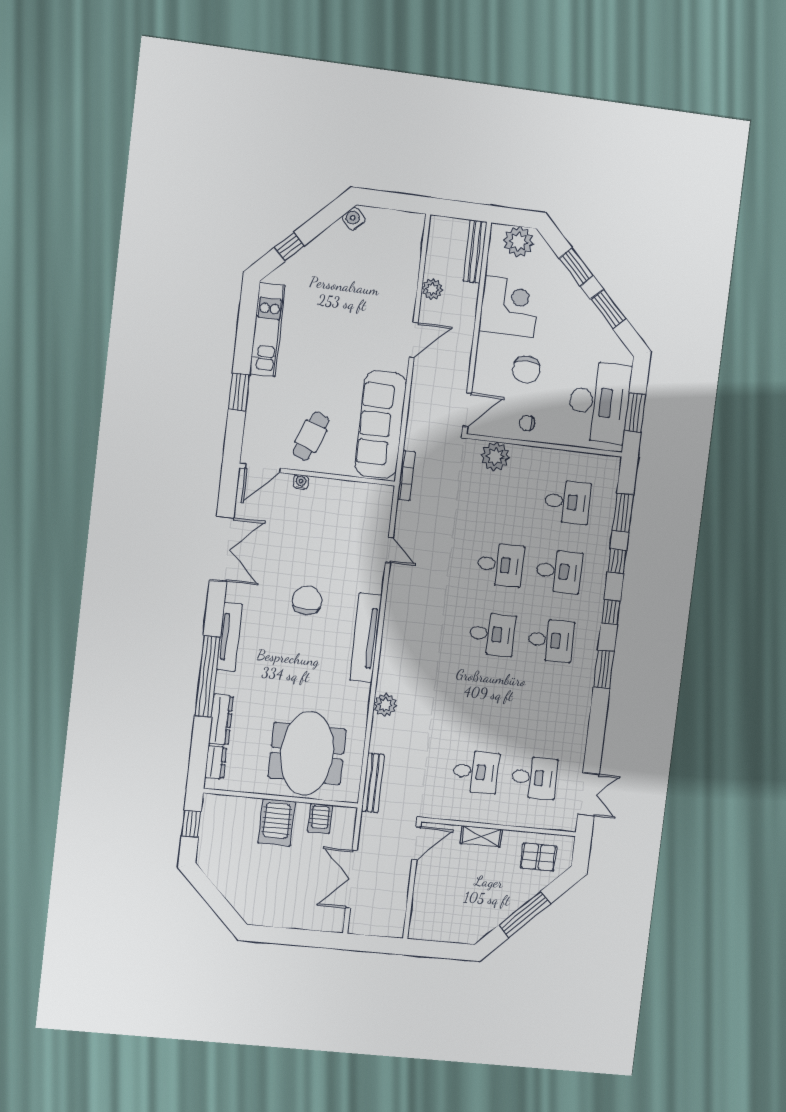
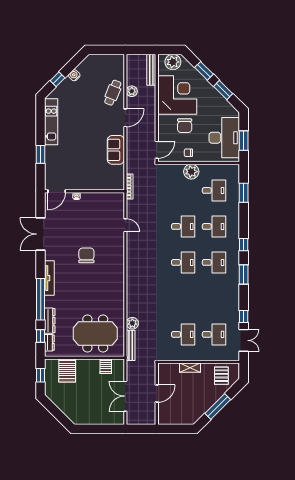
water cooler: (354, 219) -> (74, 75), moved
corner desk: (509, 306) -> (177, 95), width x1.36, depth x1.36
sofa: (381, 424) -> (116, 150), width x0.54, depth x0.79
cafe table: (311, 436) -> (113, 93), moved
plant: (495, 456) -> (191, 172), moved
double door: (222, 549) -> (41, 234), swing flipped
window: (617, 561) -> (244, 317), moved
tv unit: (366, 638) -> (118, 271), removed
plant: (385, 705) -> (132, 323), moved
window: (200, 748) -> (41, 336), added
meeting table: (307, 753) -> (95, 333), turned 90
server rack: (277, 822) -> (67, 370), moved
door: (416, 843) -> (157, 394), moved
pallet: (538, 857) -> (221, 376), turned 90

